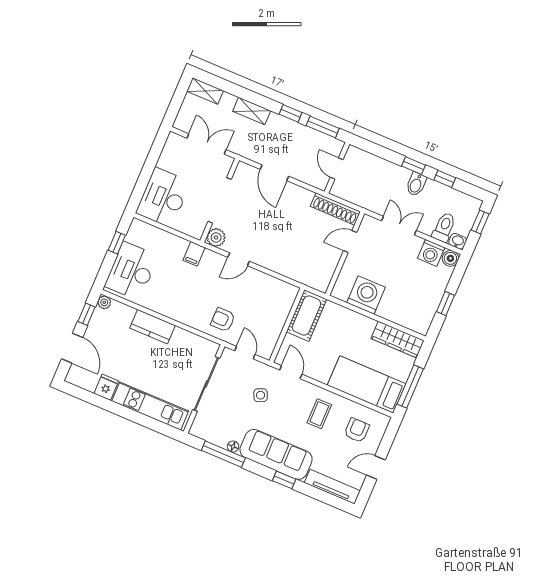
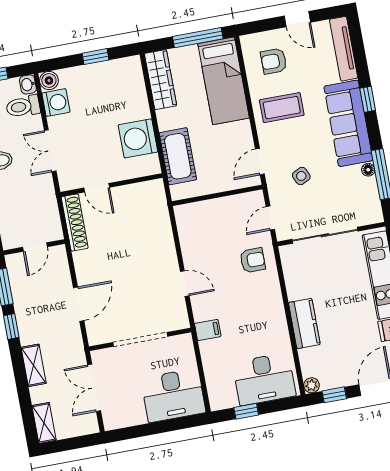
plant: (216, 237) -> (178, 319), removed
cot: (307, 315) -> (178, 156), moved, turned 90
armchair: (223, 320) -> (253, 260), turned -90
coffee table: (319, 414) -> (282, 108), width x1.36, depth x1.30

